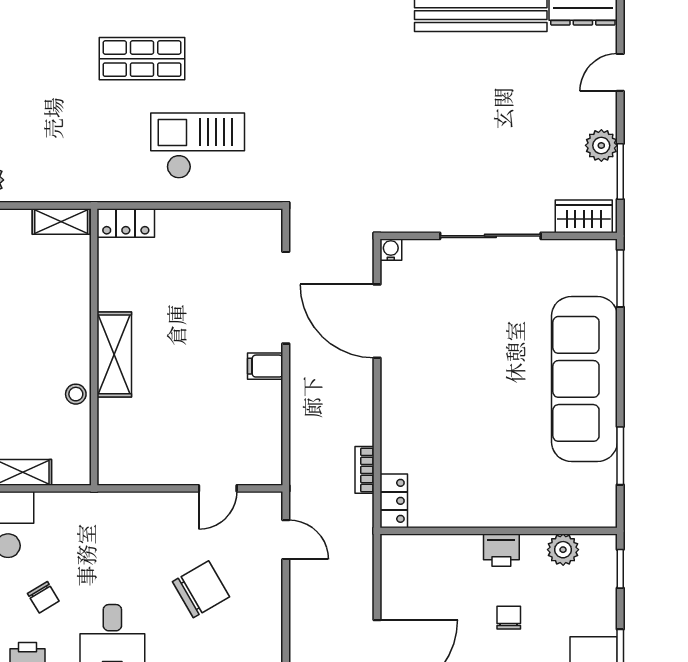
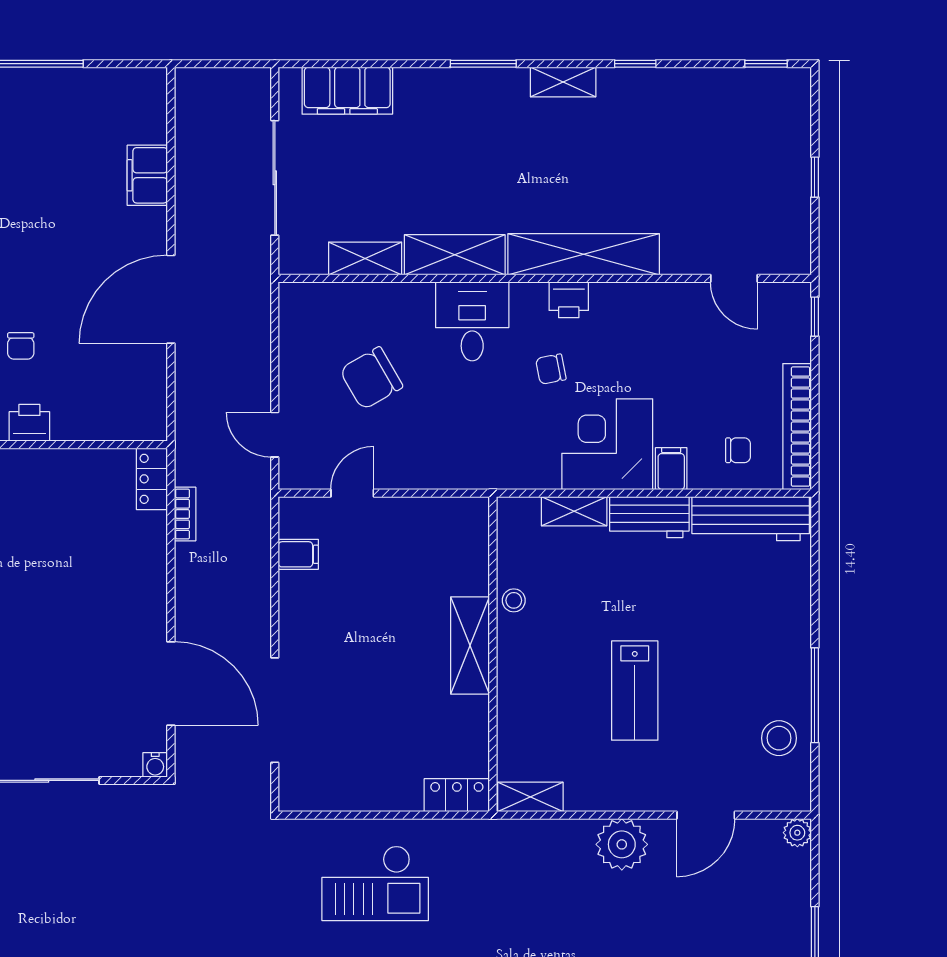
filing cabinet: (265, 366) -> (298, 554), moved
chair: (43, 597) -> (551, 369), turned -70

